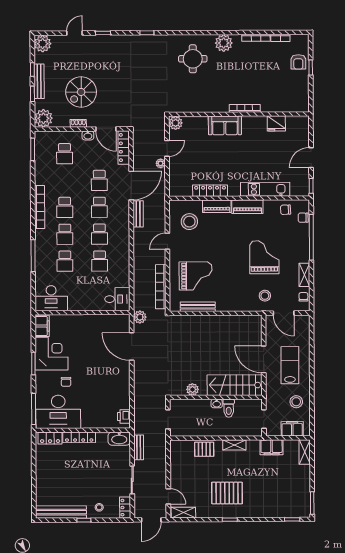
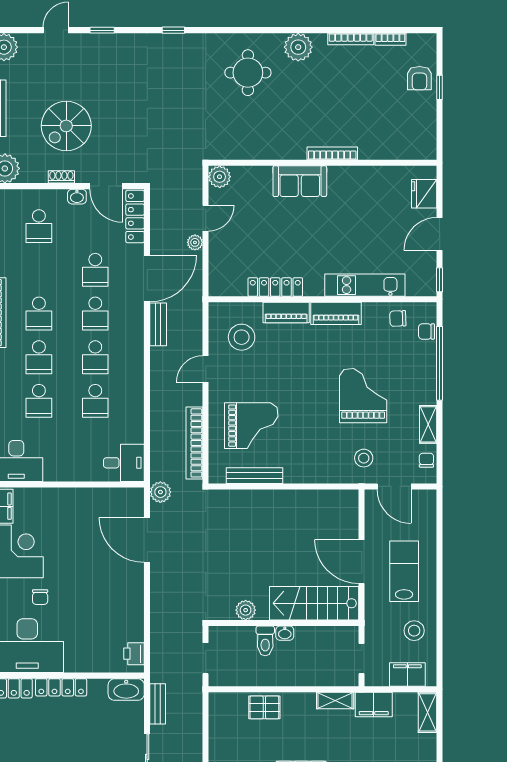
fridge: (276, 123) -> (424, 194), moved, turned 90
toilet: (229, 408) -> (265, 641), moved
shelving: (234, 445) -> (335, 701), moved

